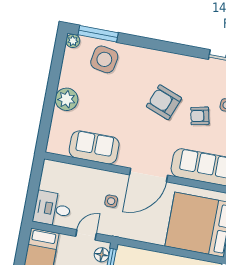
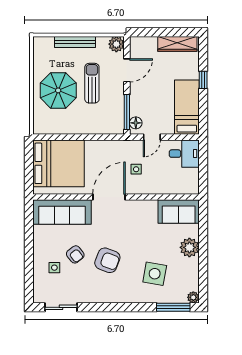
side table: (104, 59) -> (155, 274), moved
armchair: (200, 116) -> (75, 254), turned 63
sofa: (94, 147) -> (179, 212), moved

